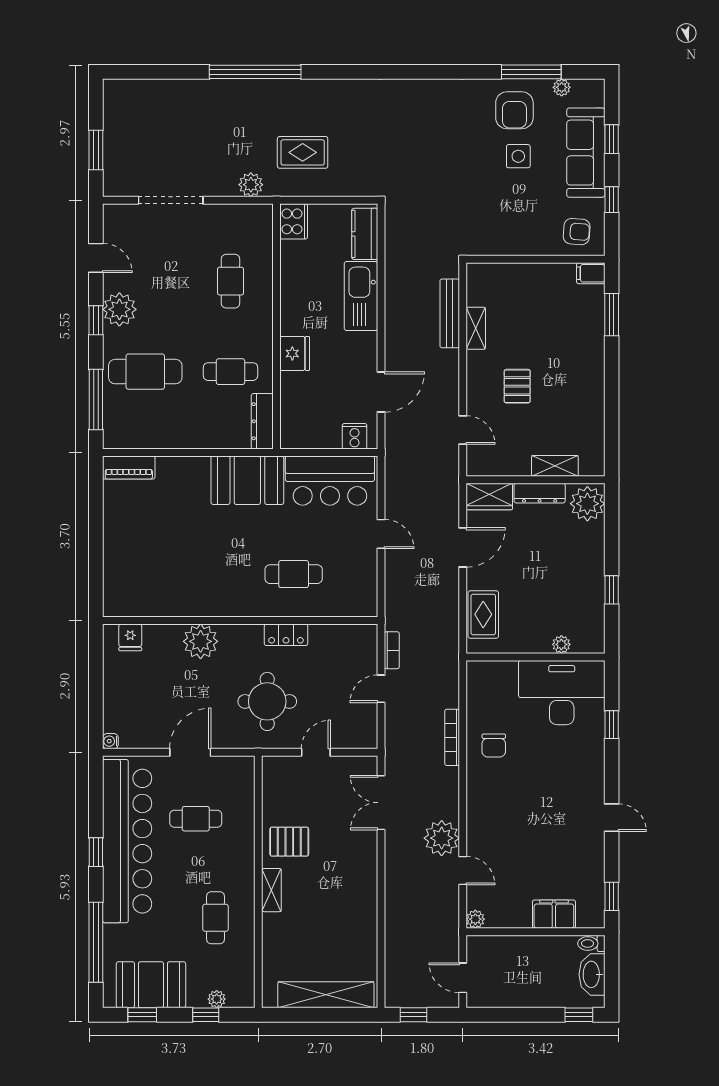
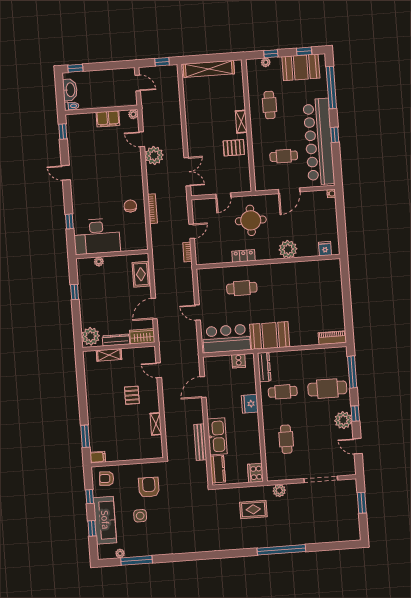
armchair: (514, 110) -> (149, 487), moved
bench: (450, 313) -> (200, 442), moved
cooker: (355, 436) -> (239, 361), moved
filing cabinet: (554, 914) -> (108, 119), moved

